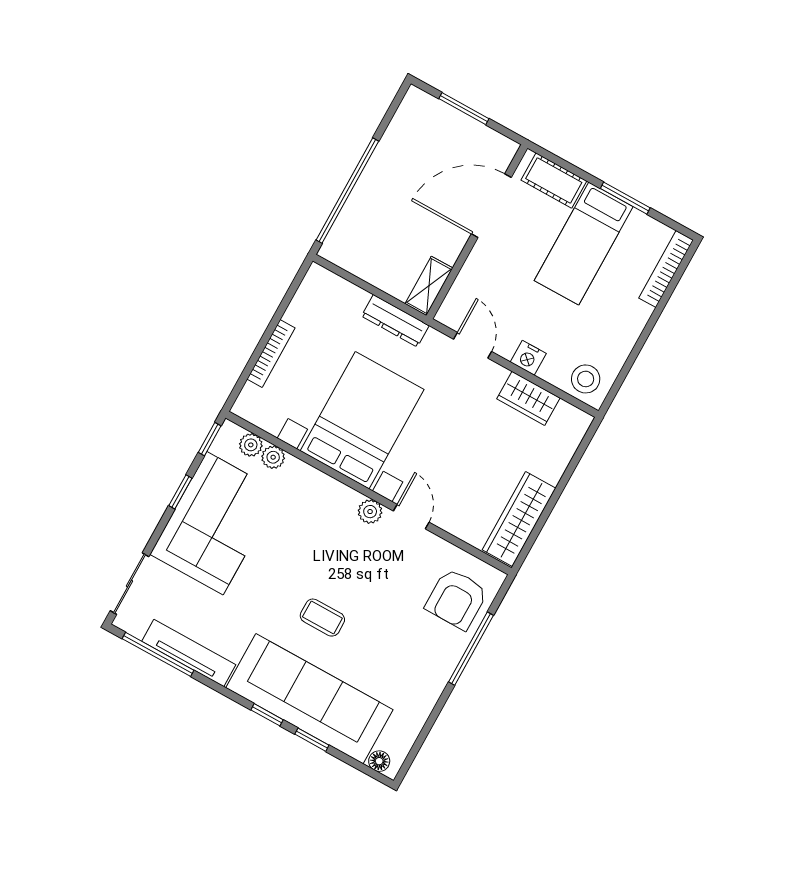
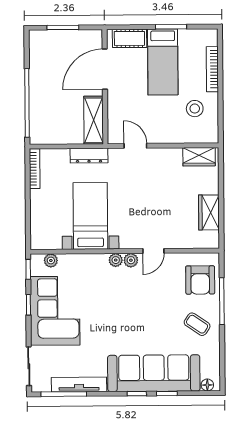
bookcase: (666, 269) -> (212, 69), moved
shelving: (429, 286) -> (94, 120), width x1.50, depth x1.33
bookcase: (271, 353) -> (35, 169), moved
nightstand: (528, 358) -> (167, 136), removed
stool: (586, 379) -> (195, 109), moved
wardrobe: (528, 398) -> (199, 157), moved
bed with nightstands: (362, 420) -> (90, 216), width x0.73
plant: (273, 457) -> (116, 260), moved
door: (411, 517) -> (153, 251), swing flipped
wardrobe: (519, 519) -> (209, 212), width x0.67
coffee table: (322, 618) -> (197, 324), moved, turned 34

